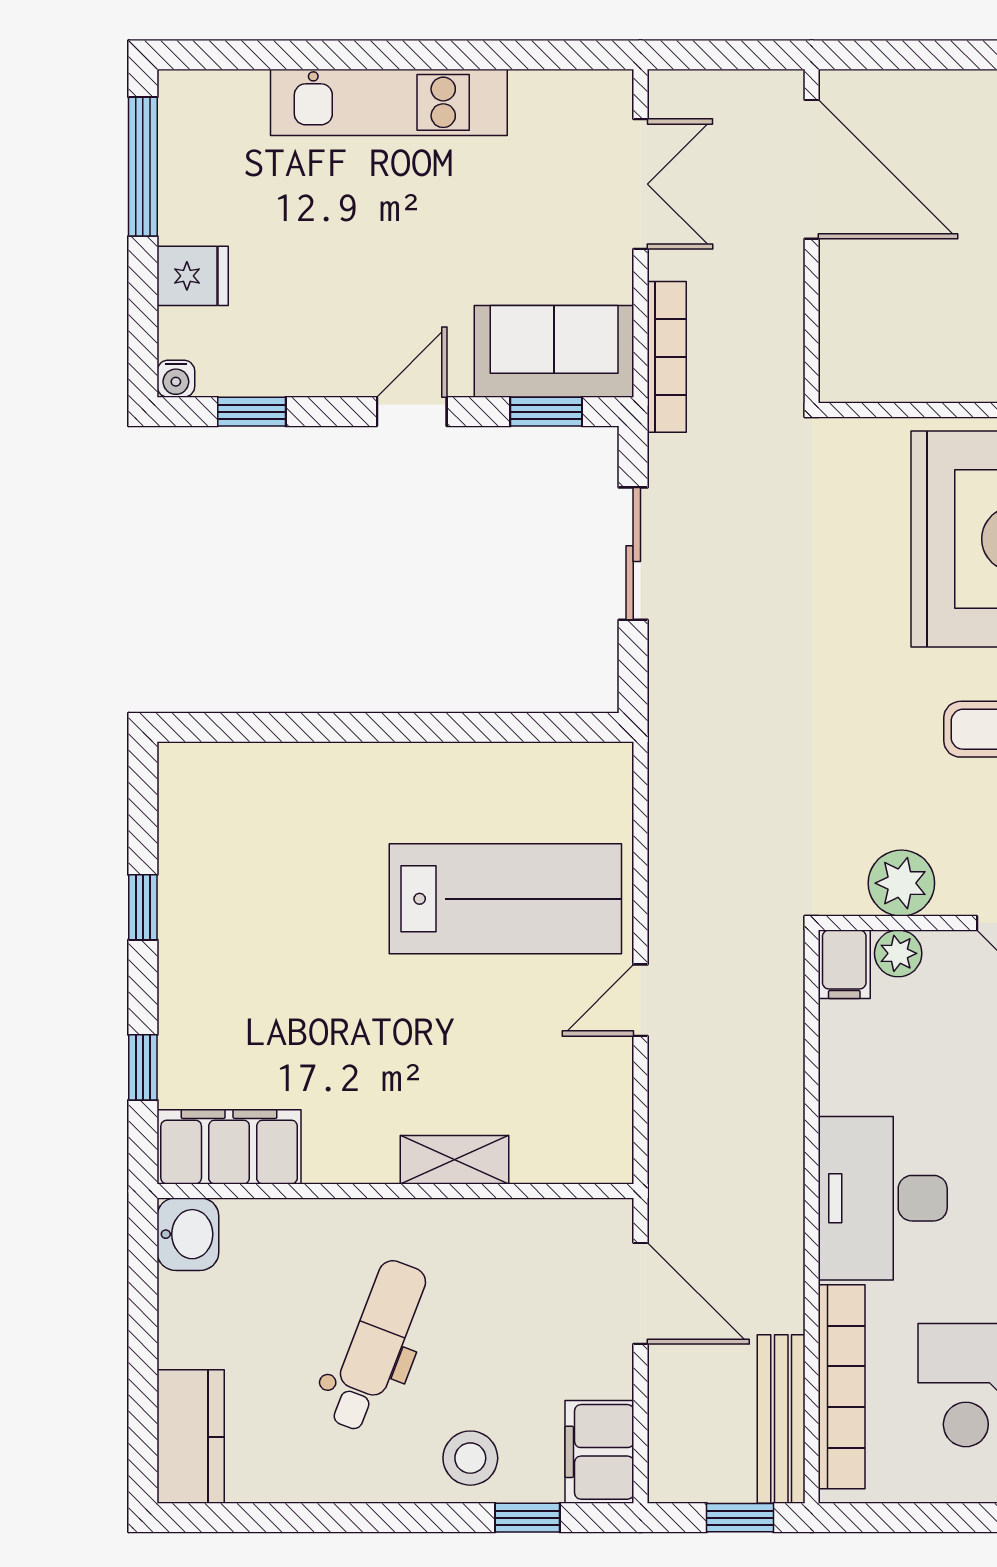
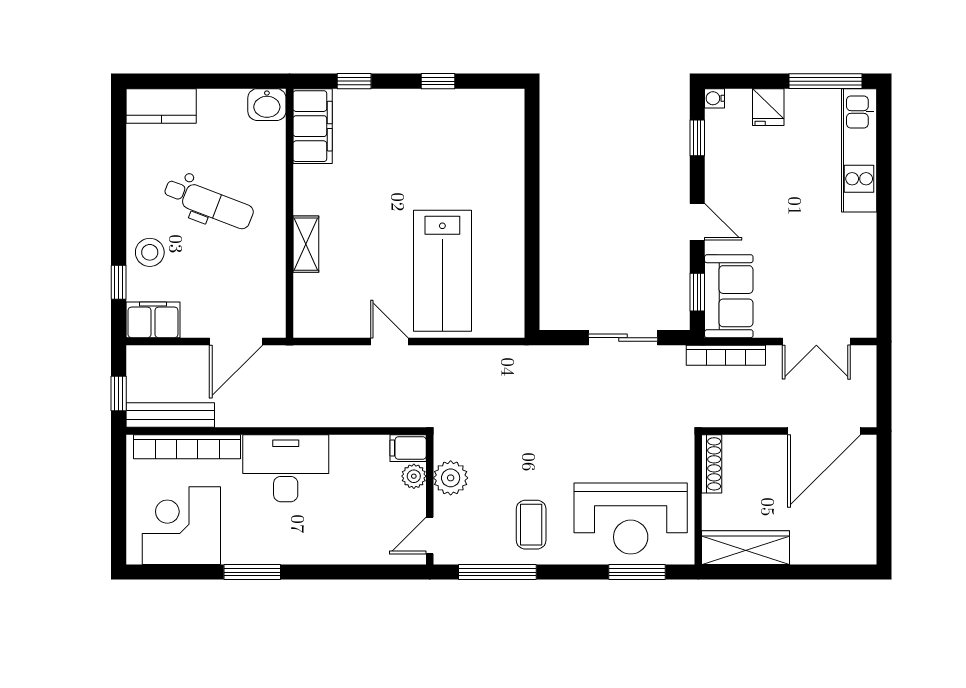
kitchen unit: (389, 102) -> (859, 150), moved
shoe rack: (875, 384) -> (712, 464), added

